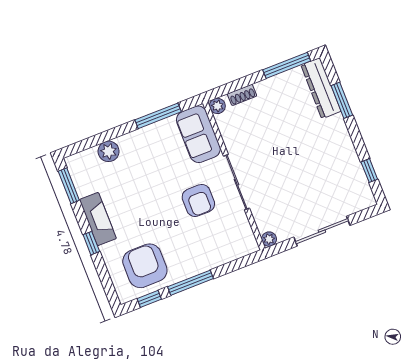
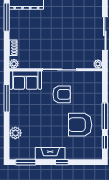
armchair: (145, 266) -> (80, 125), moved

